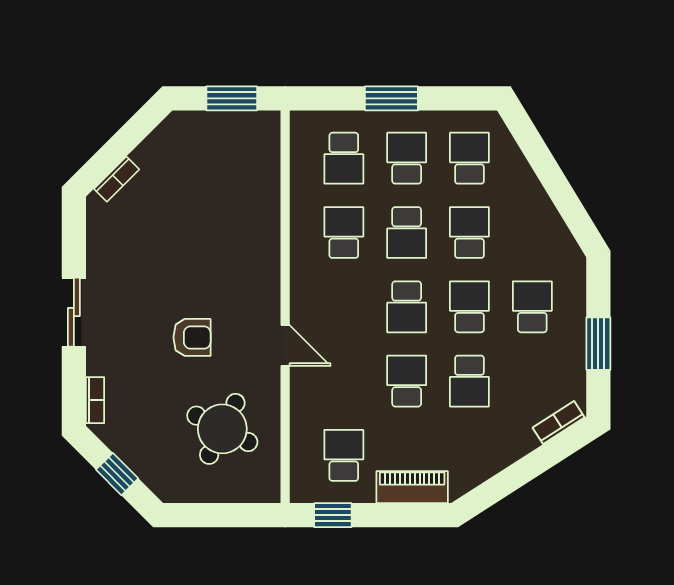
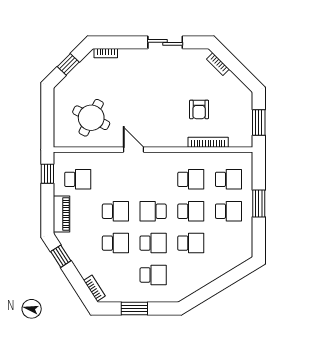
school desk: (344, 158) -> (228, 179), turned 180
school desk: (469, 158) -> (228, 243), removed
bookcase: (271, 198) -> (208, 142), added
school desk: (407, 233) -> (191, 211), turned 180
sliding door: (74, 312) -> (165, 42), moved
armchair: (192, 337) -> (199, 109), moved
door: (285, 345) -> (133, 150), swing flipped
school desk: (469, 381) -> (115, 243), turned 180
window: (495, 489) -> (61, 256), added

